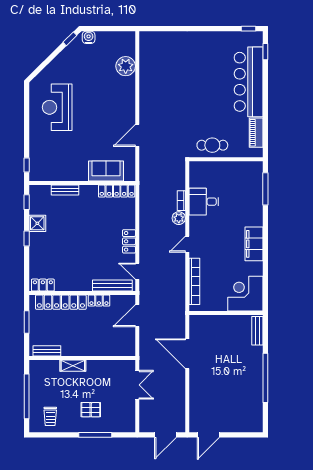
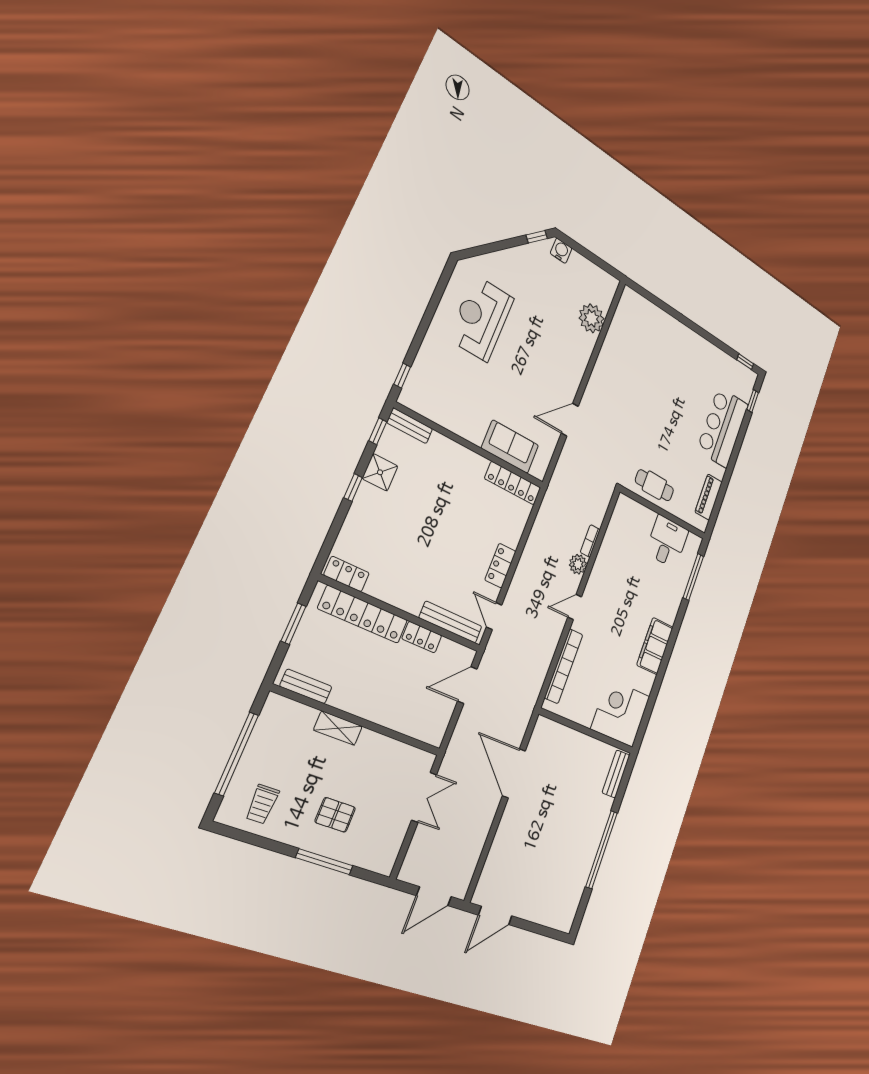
bar counter: (249, 82) -> (723, 427), width x0.73
bench: (65, 190) -> (410, 426), moved
desk: (204, 202) -> (667, 542), moved, turned 90

